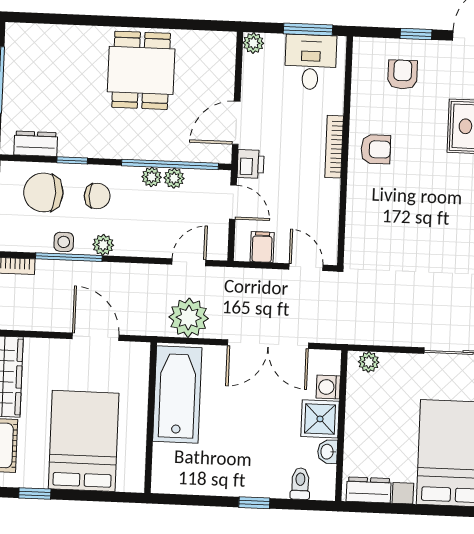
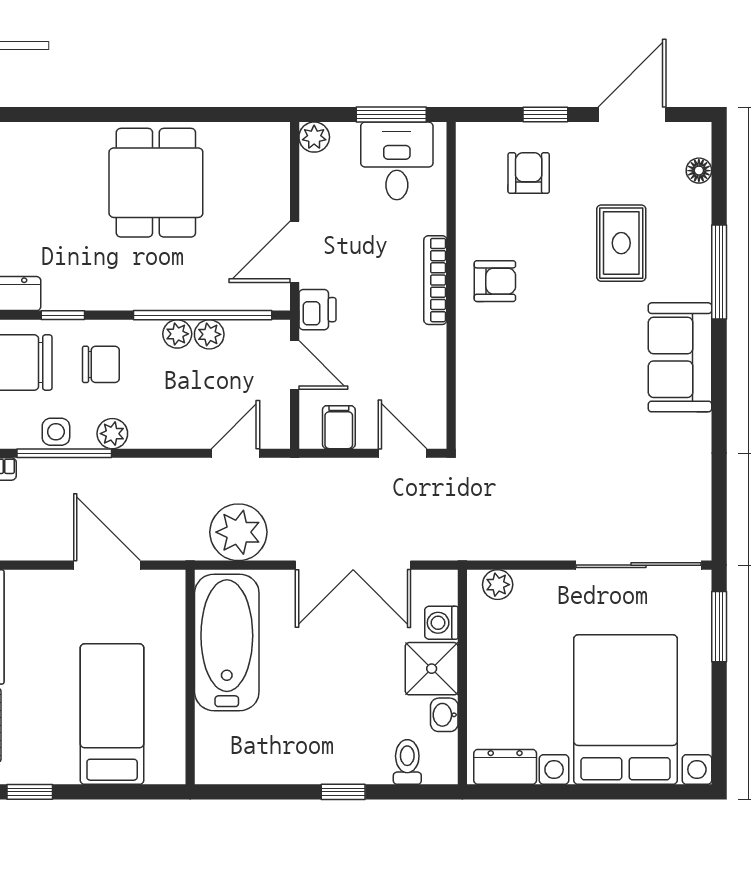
bed: (84, 441) -> (112, 714), width x0.67

